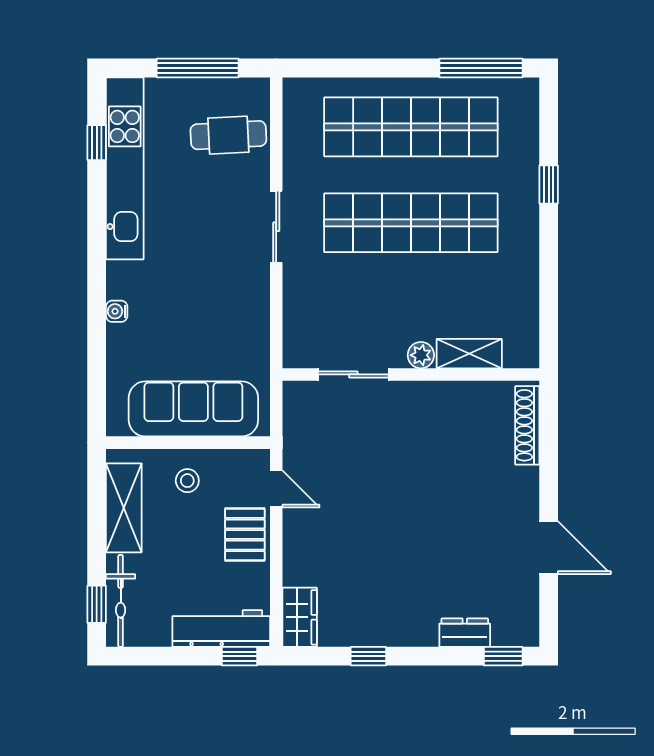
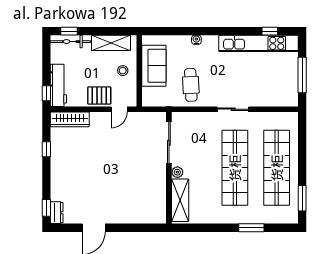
window: (481, 68) -> (302, 198), width x0.69
cafe table: (228, 135) -> (191, 85), moved
window: (549, 185) -> (251, 228), width x1.50
shelving: (469, 354) -> (180, 200), width x1.50, depth x1.33
sliding door: (353, 374) -> (169, 143), width x1.37
sofa: (193, 409) -> (154, 66), width x0.73
shoe rack: (527, 425) -> (147, 218), removed
wardrobe: (300, 617) -> (70, 119), width x1.50
dresser: (465, 633) -> (57, 213), moved

